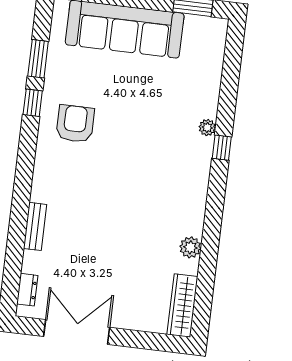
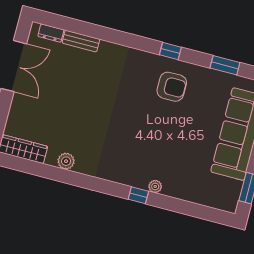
window: (33, 103) -> (170, 51), moved
bench: (35, 226) -> (81, 41), moved

